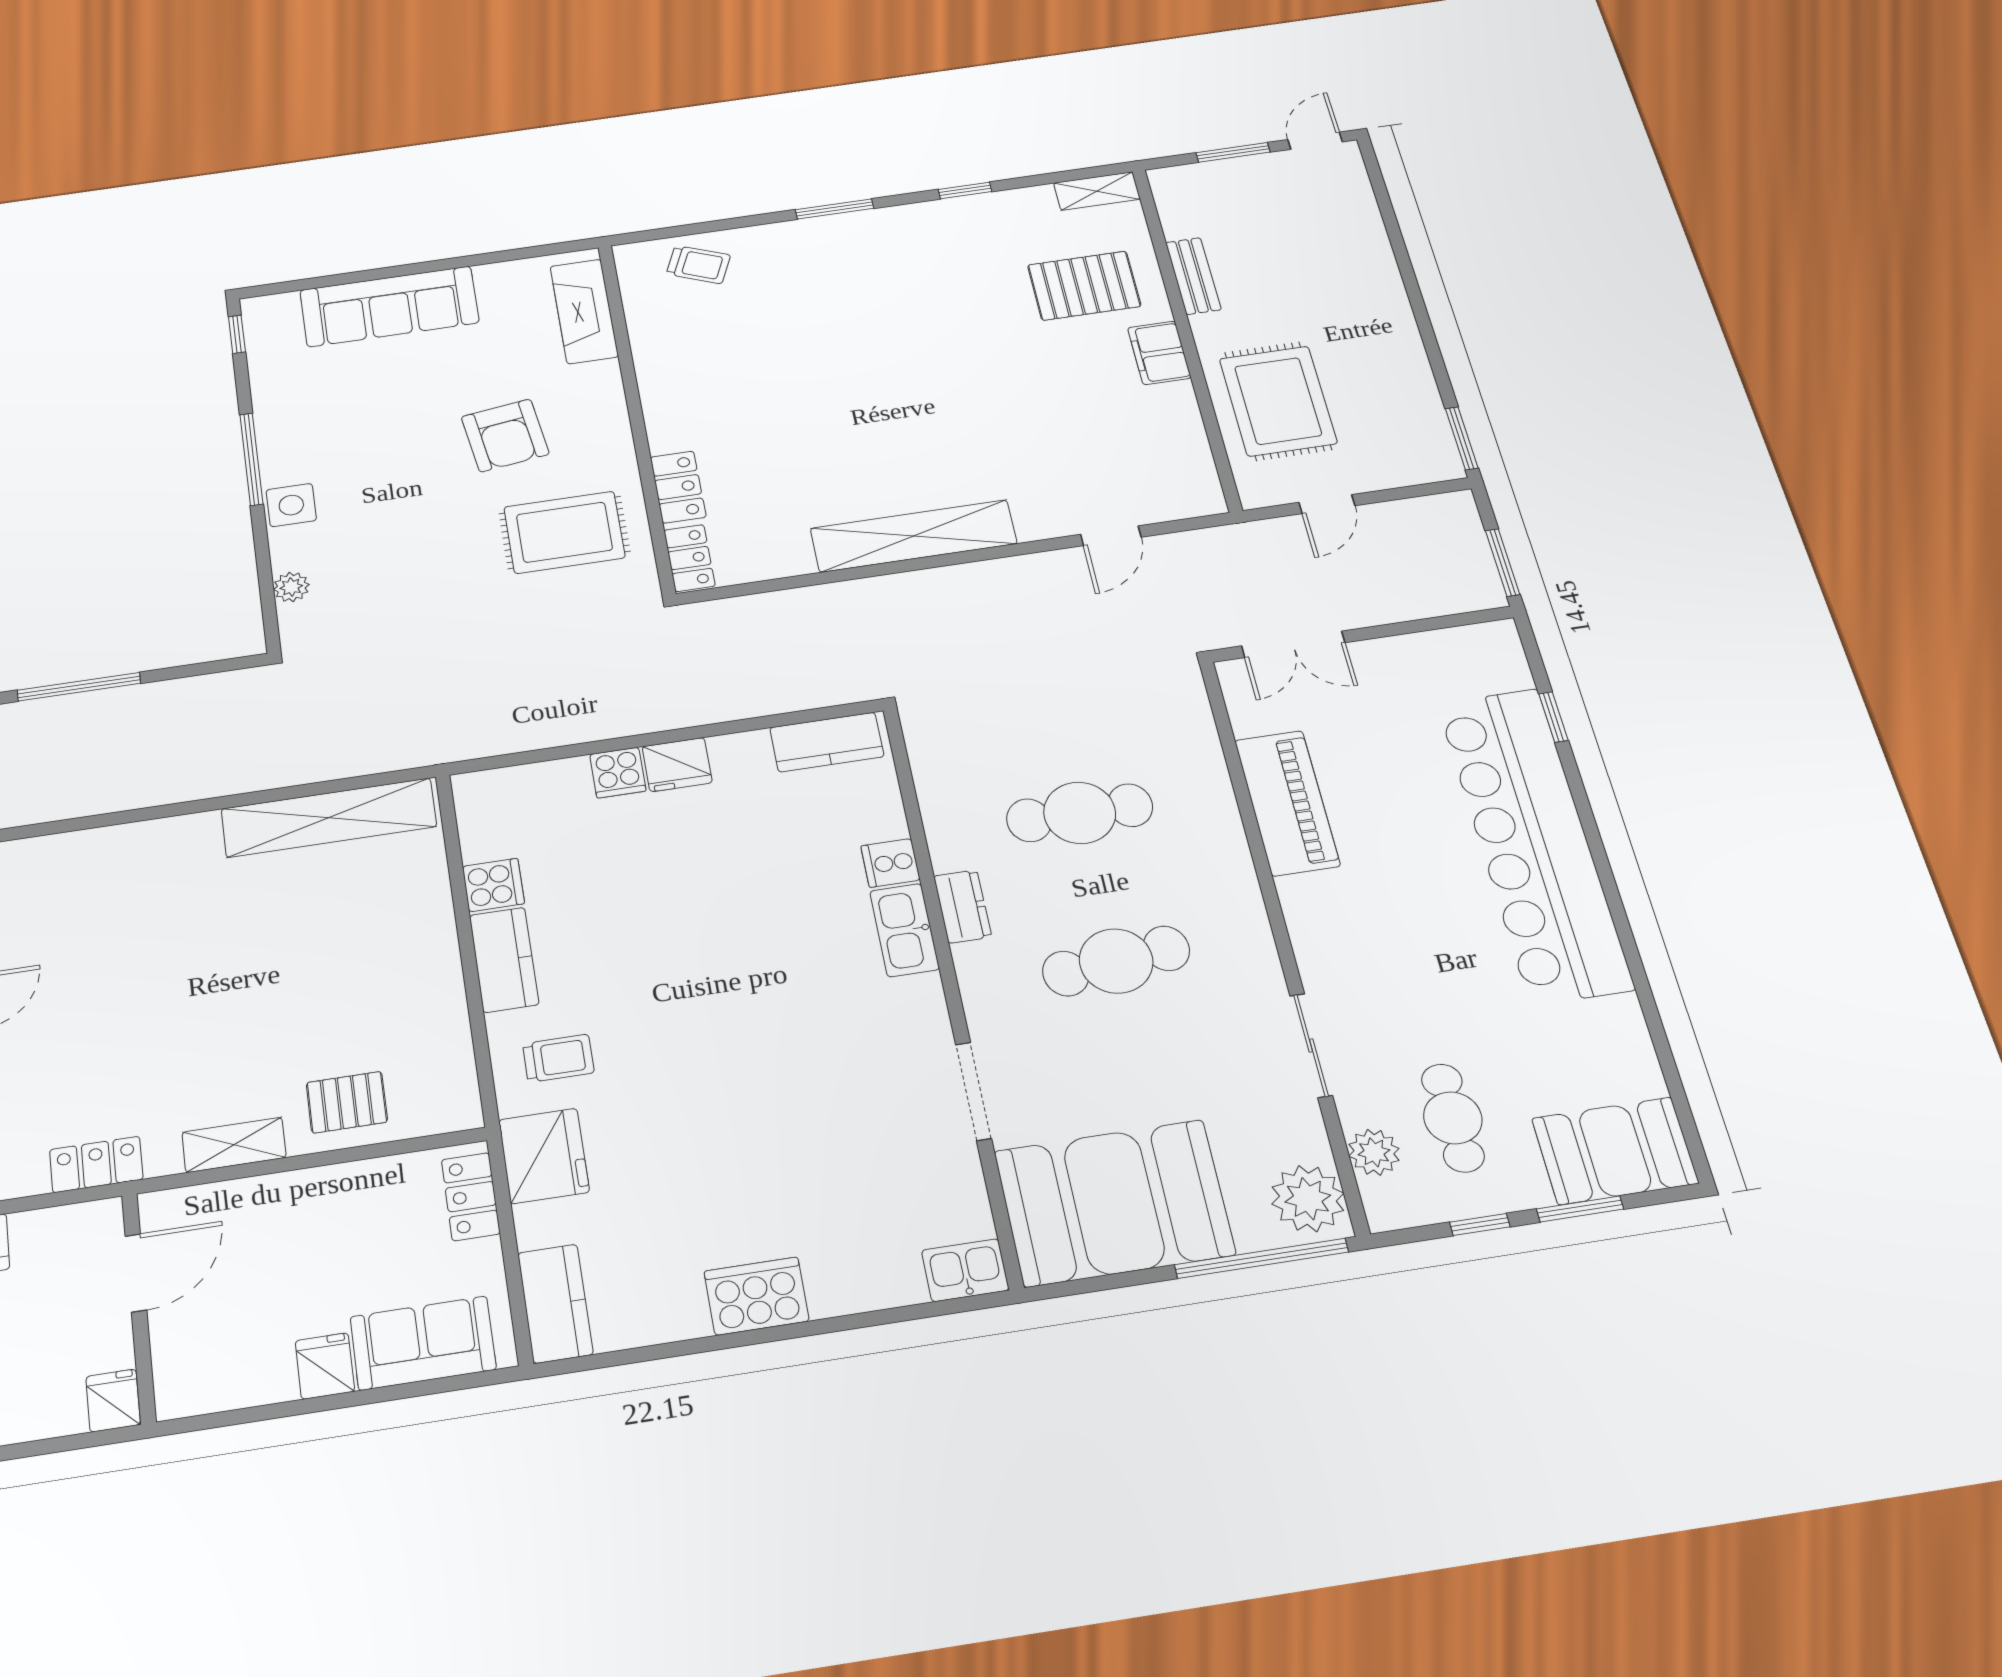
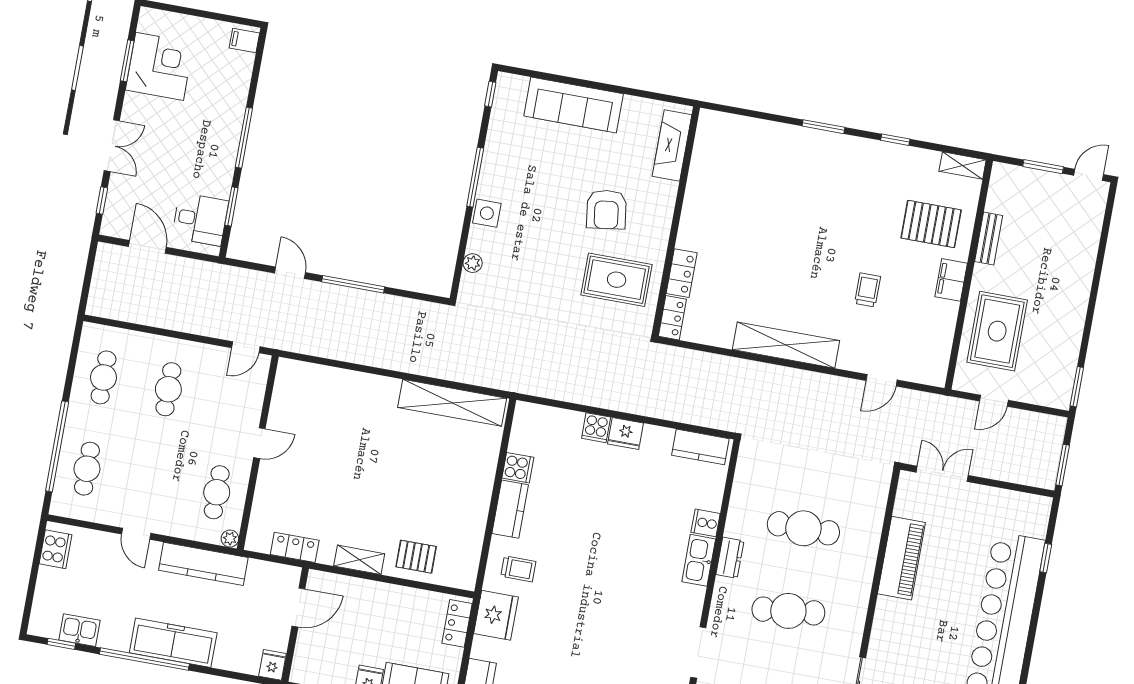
trolley: (698, 265) -> (868, 290), moved, turned -113
double door: (1293, 644) -> (942, 474), swing flipped

